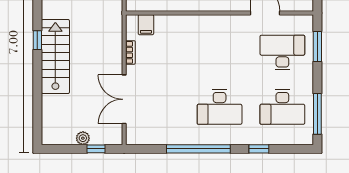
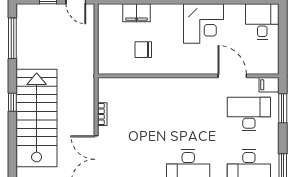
filing cabinet: (146, 25) -> (269, 85), moved, turned 90
stairs: (55, 57) -> (37, 118), width x1.36, depth x1.51

